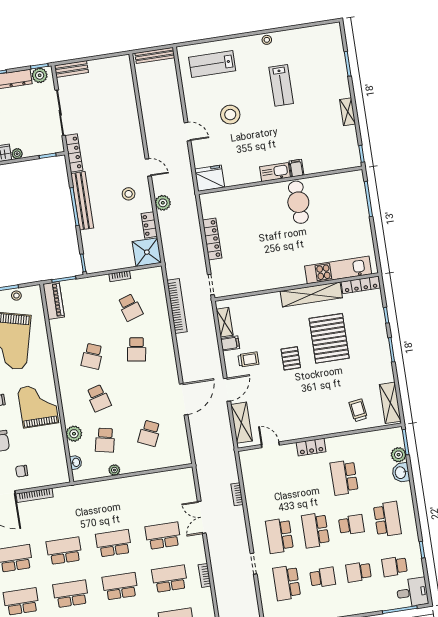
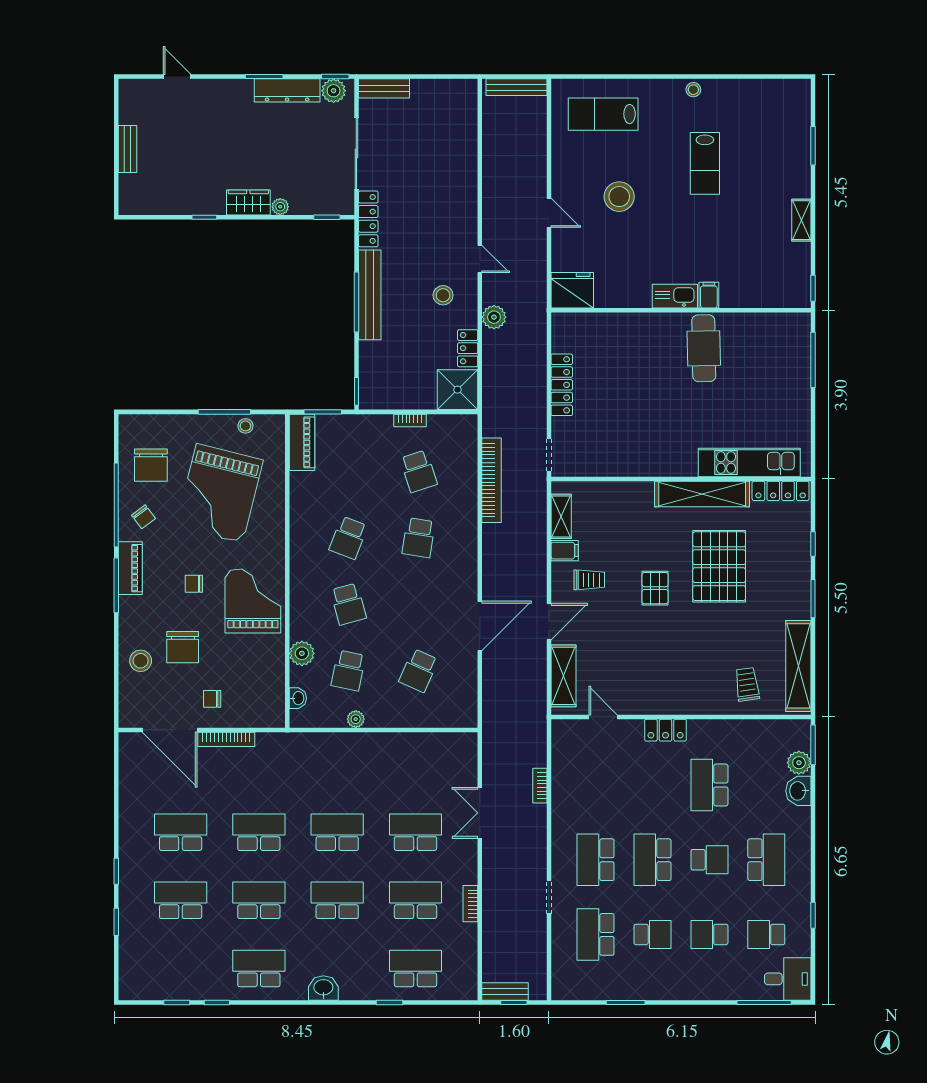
shelving: (390, 403) -> (798, 666), width x1.47

